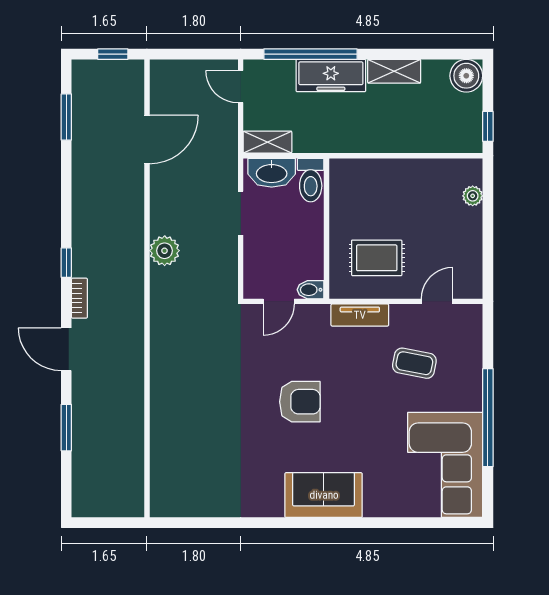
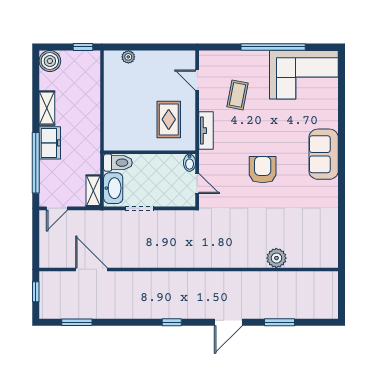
freezer: (331, 76) -> (50, 143), width x0.71
plant: (165, 251) -> (276, 258), moved
bookcase: (79, 298) -> (195, 314), removed

